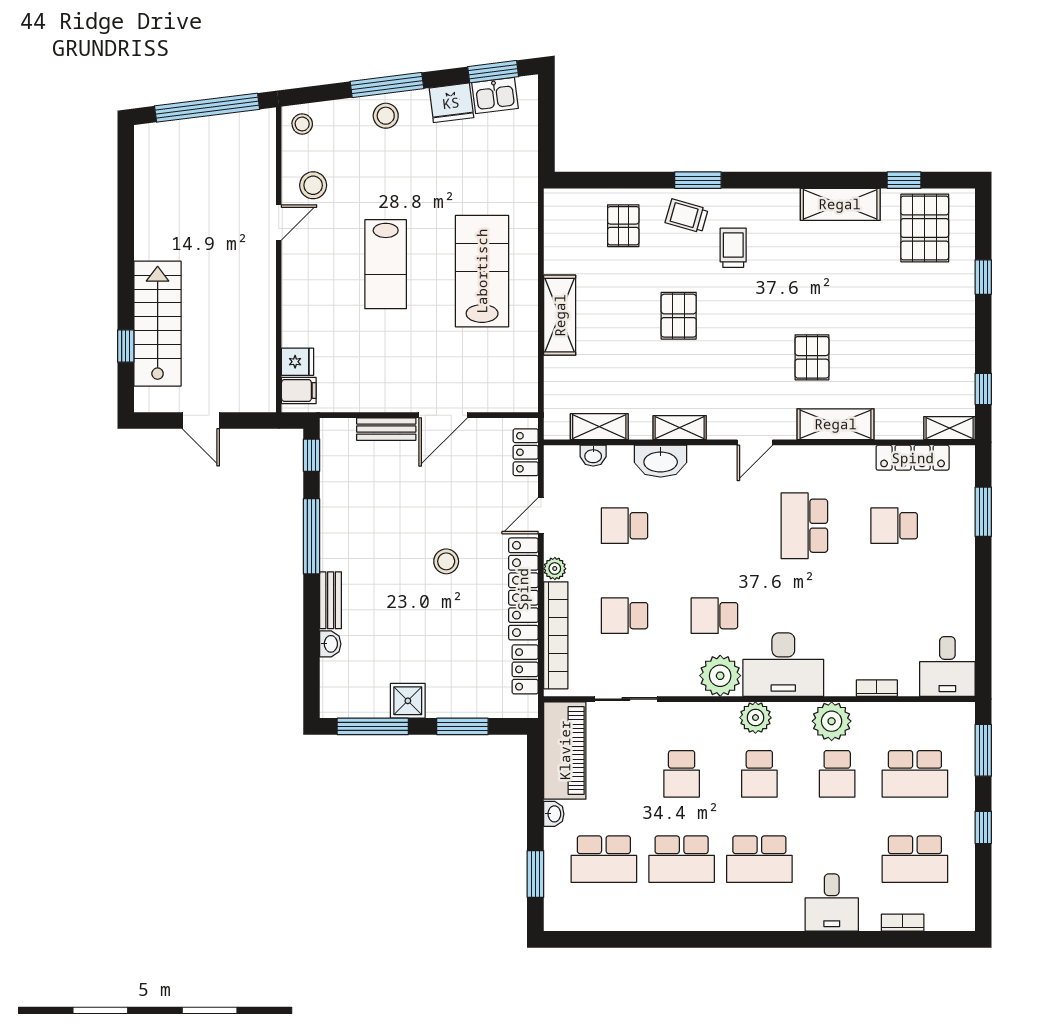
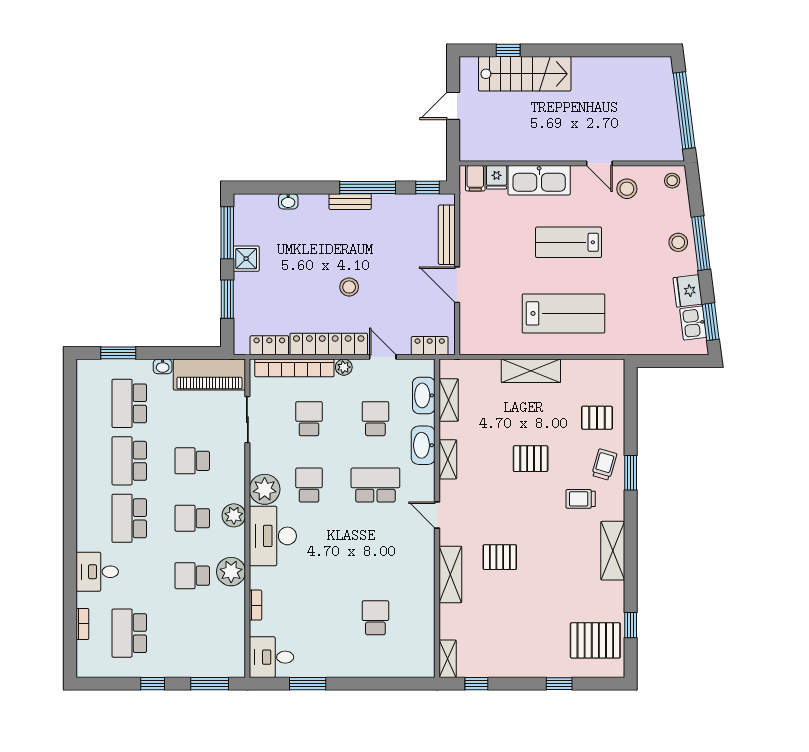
shelving: (840, 204) -> (613, 551), moved
trolley: (733, 248) -> (581, 499), turned 180
kitchen sink: (302, 304) -> (539, 180), added
bench: (386, 429) -> (447, 235), width x1.36
washbasin: (593, 456) -> (424, 395), width x1.91, depth x1.45
locker: (913, 458) -> (426, 631), removed
window: (983, 512) -> (308, 684), moved
school desk: (804, 526) -> (375, 485), moved
bench: (331, 600) -> (350, 202), moved
school desk: (915, 774) -> (192, 633), removed

